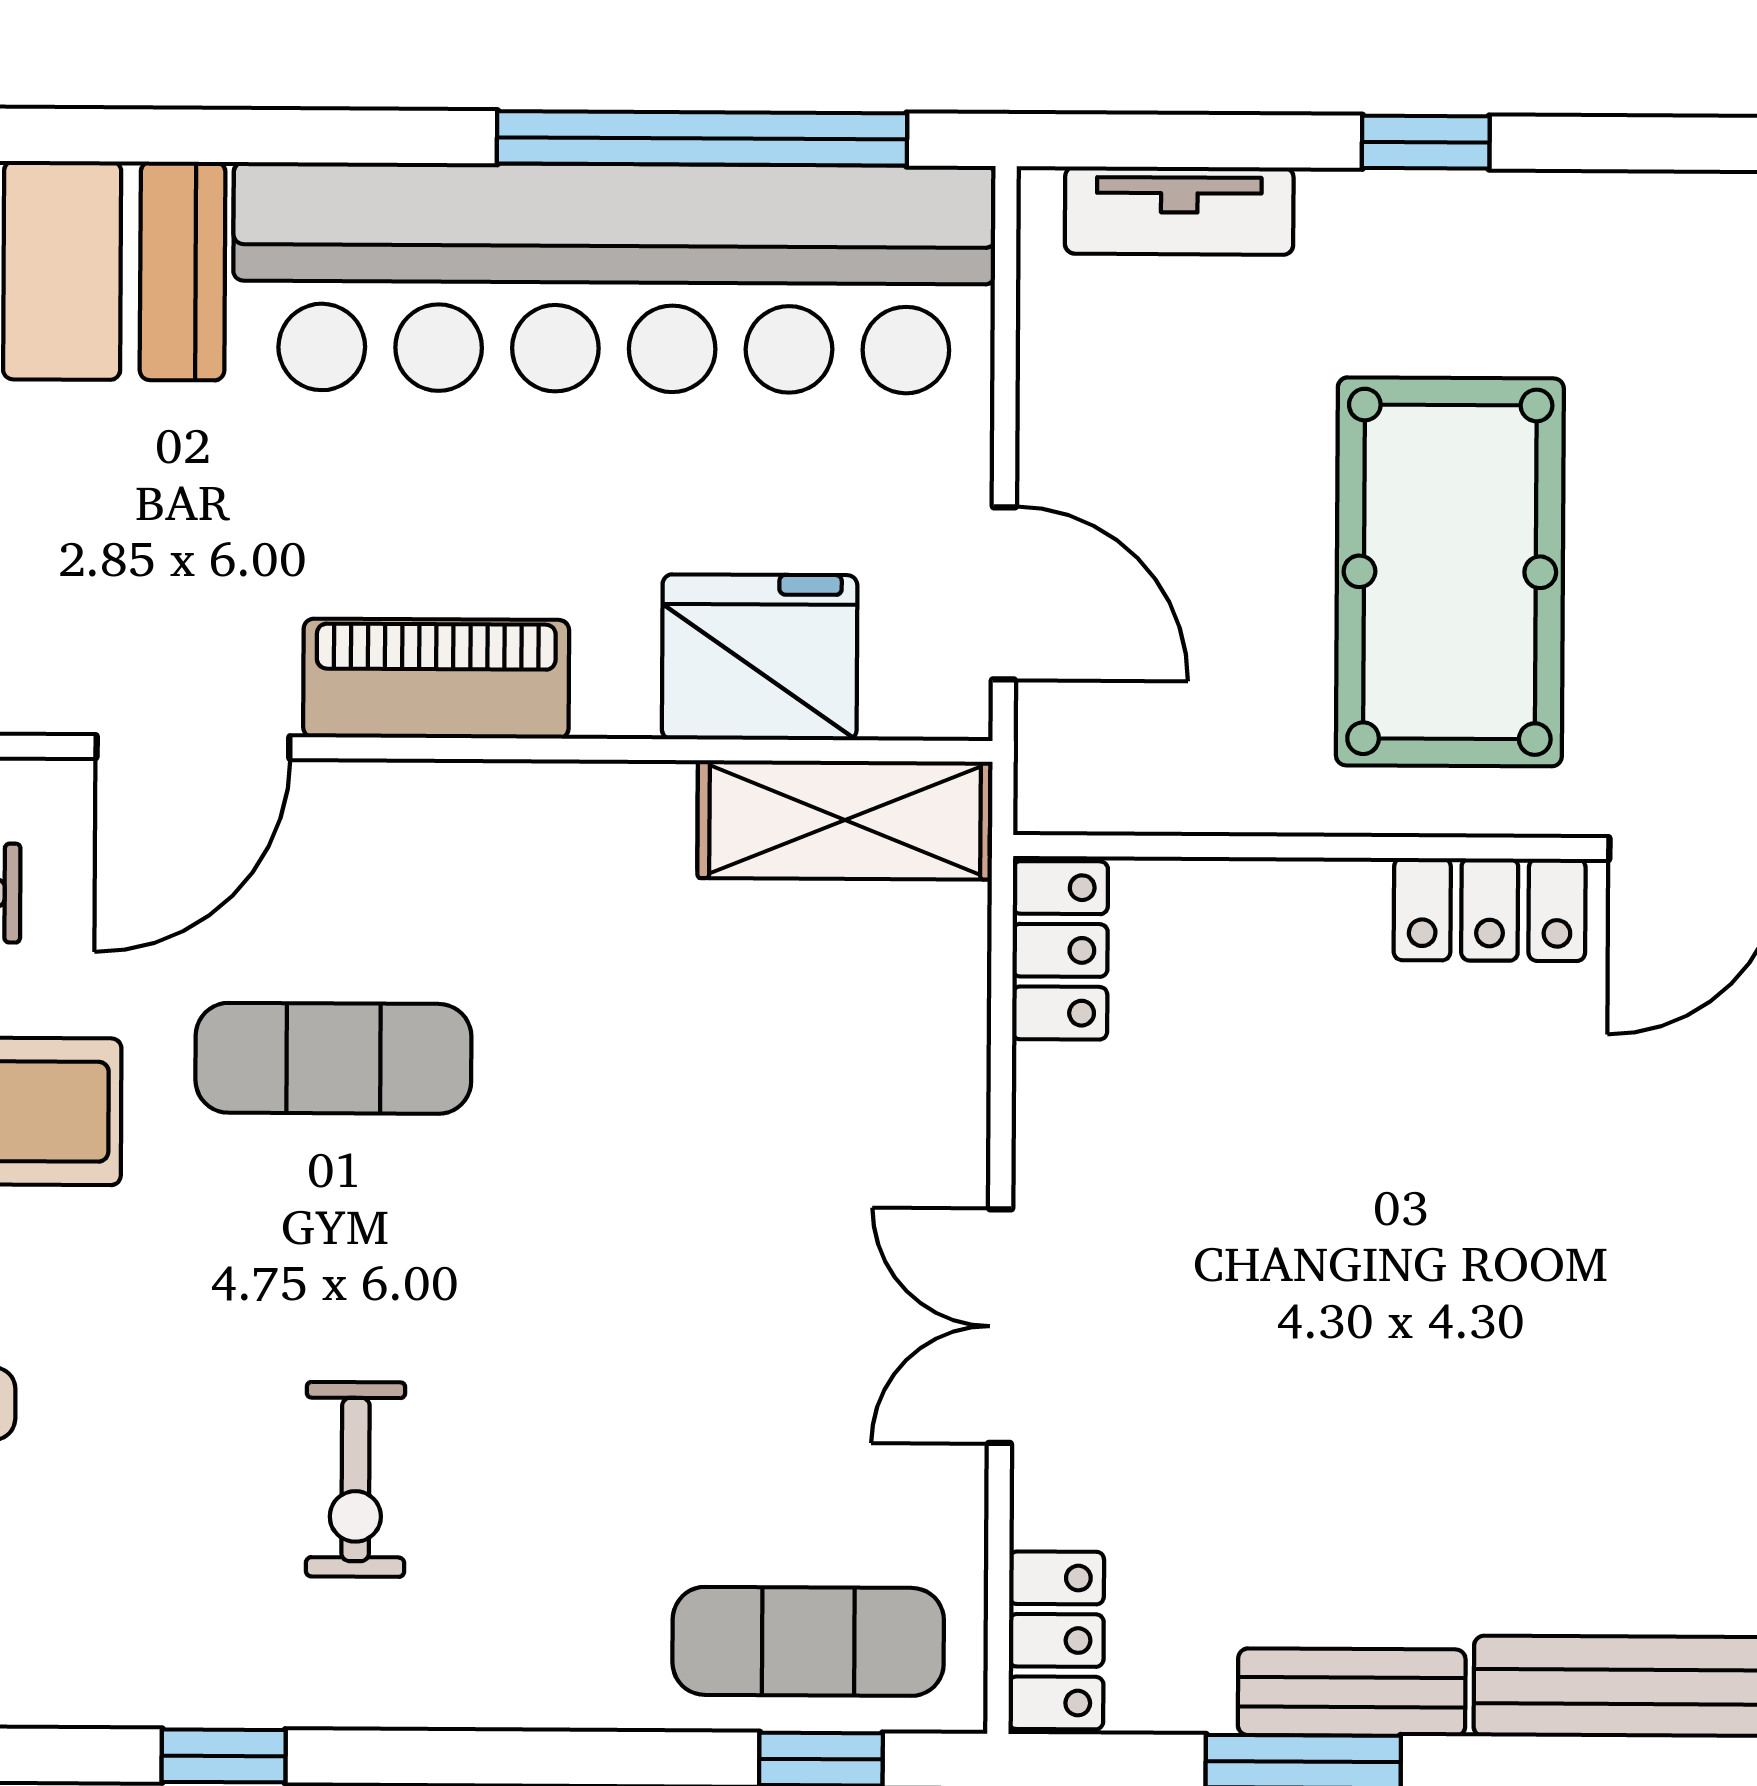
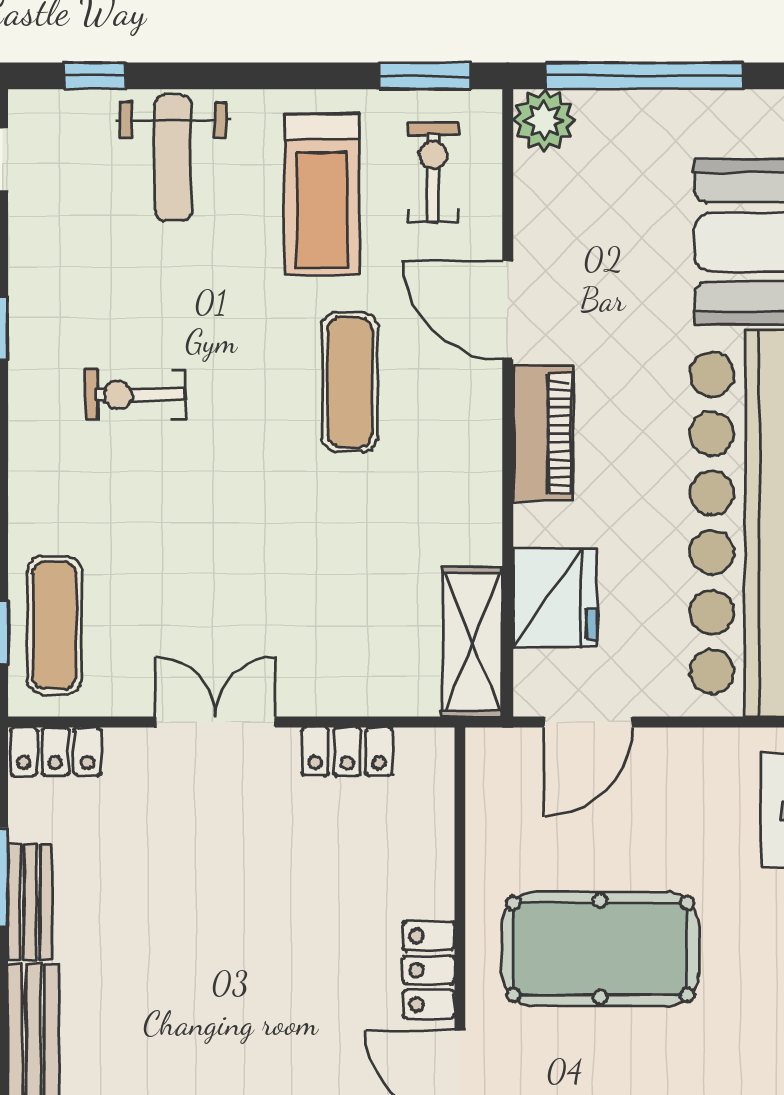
locker: (1060, 950) -> (347, 752), moved

